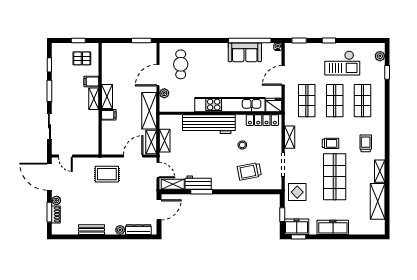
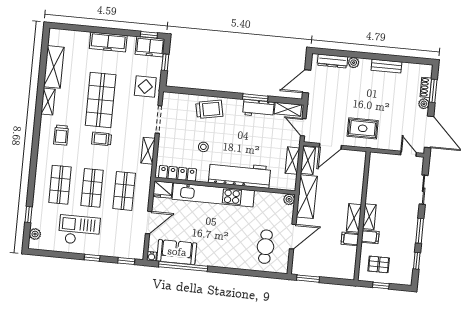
sofa: (245, 52) -> (177, 252), moved
plant: (164, 93) -> (289, 199), moved
filing cabinet: (109, 115) -> (350, 239), moved
trolley: (249, 171) -> (209, 109), moved

